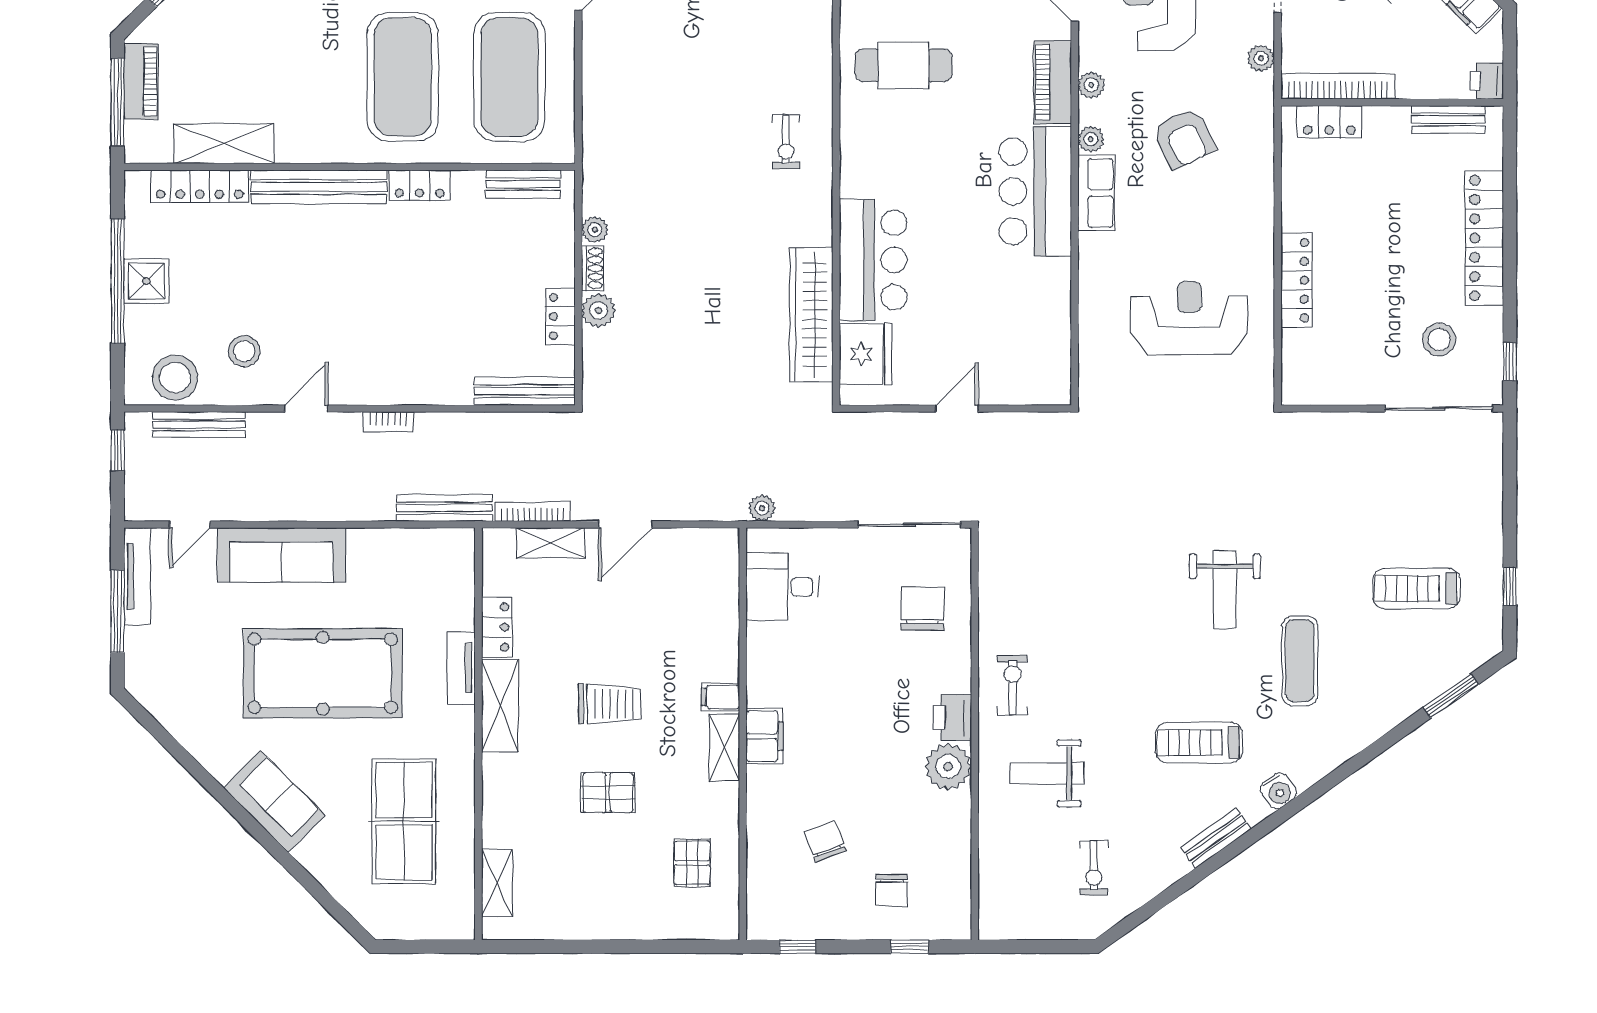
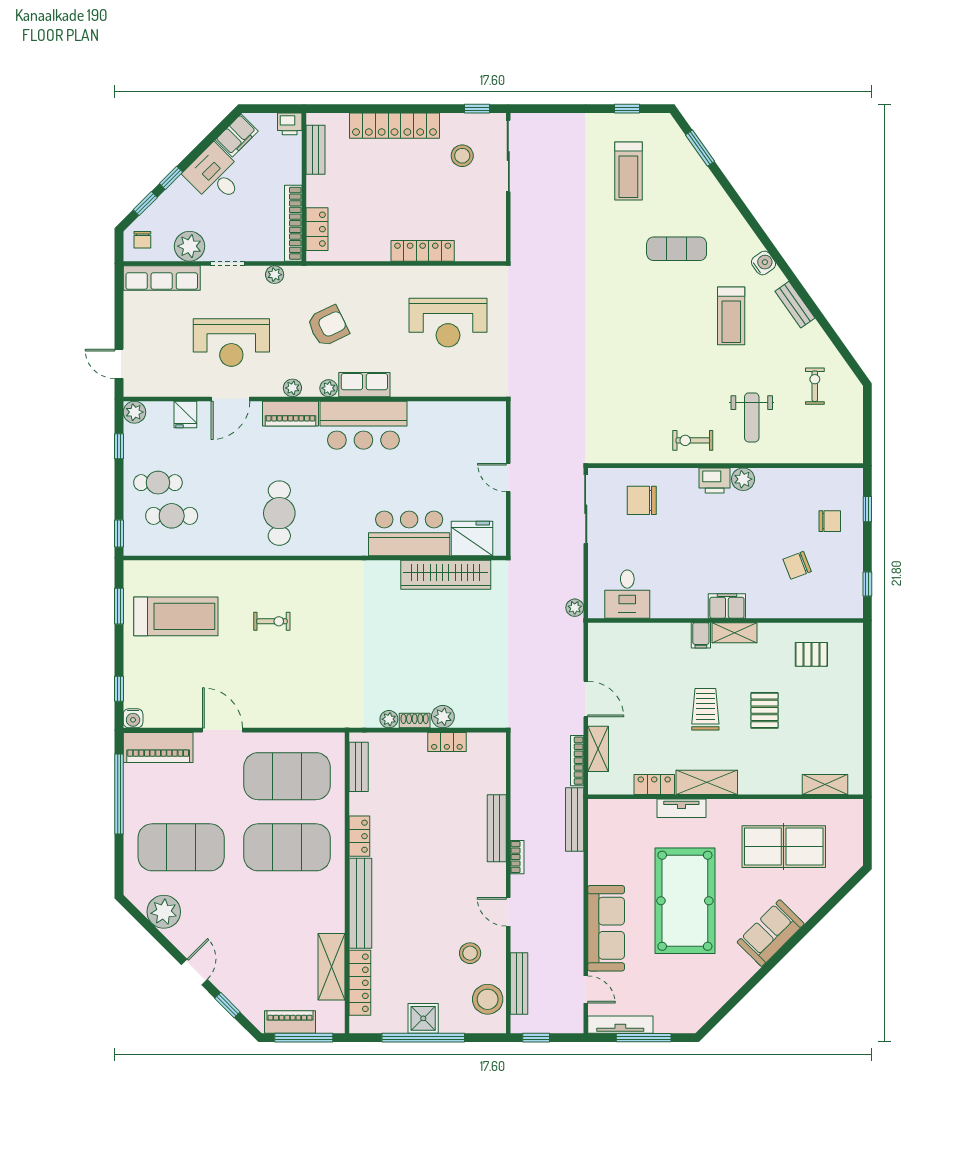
exercise bike: (786, 142) -> (272, 621), moved
reception desk: (1189, 318) -> (448, 323), turned -90
bench: (525, 391) -> (497, 828), moved
weight bench: (1225, 590) -> (629, 299), removed
plant: (948, 767) -> (743, 479), width x0.73, depth x0.73
exercise bike: (1094, 868) -> (815, 386), turned -90

